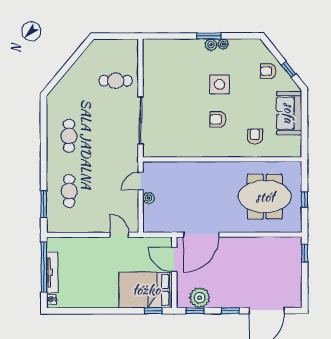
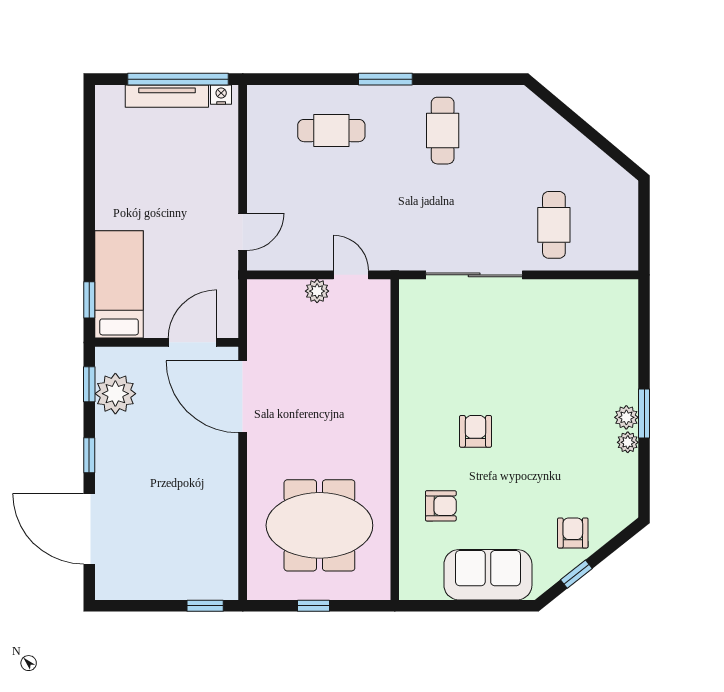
side table: (219, 84) -> (546, 434), removed
cafe table: (69, 136) -> (443, 131), turned 90
meeting table: (265, 197) -> (319, 525), turned 90
window: (44, 204) -> (385, 79), moved
bed: (146, 290) -> (119, 284), width x0.67
nightstand: (52, 299) -> (221, 95), moved

